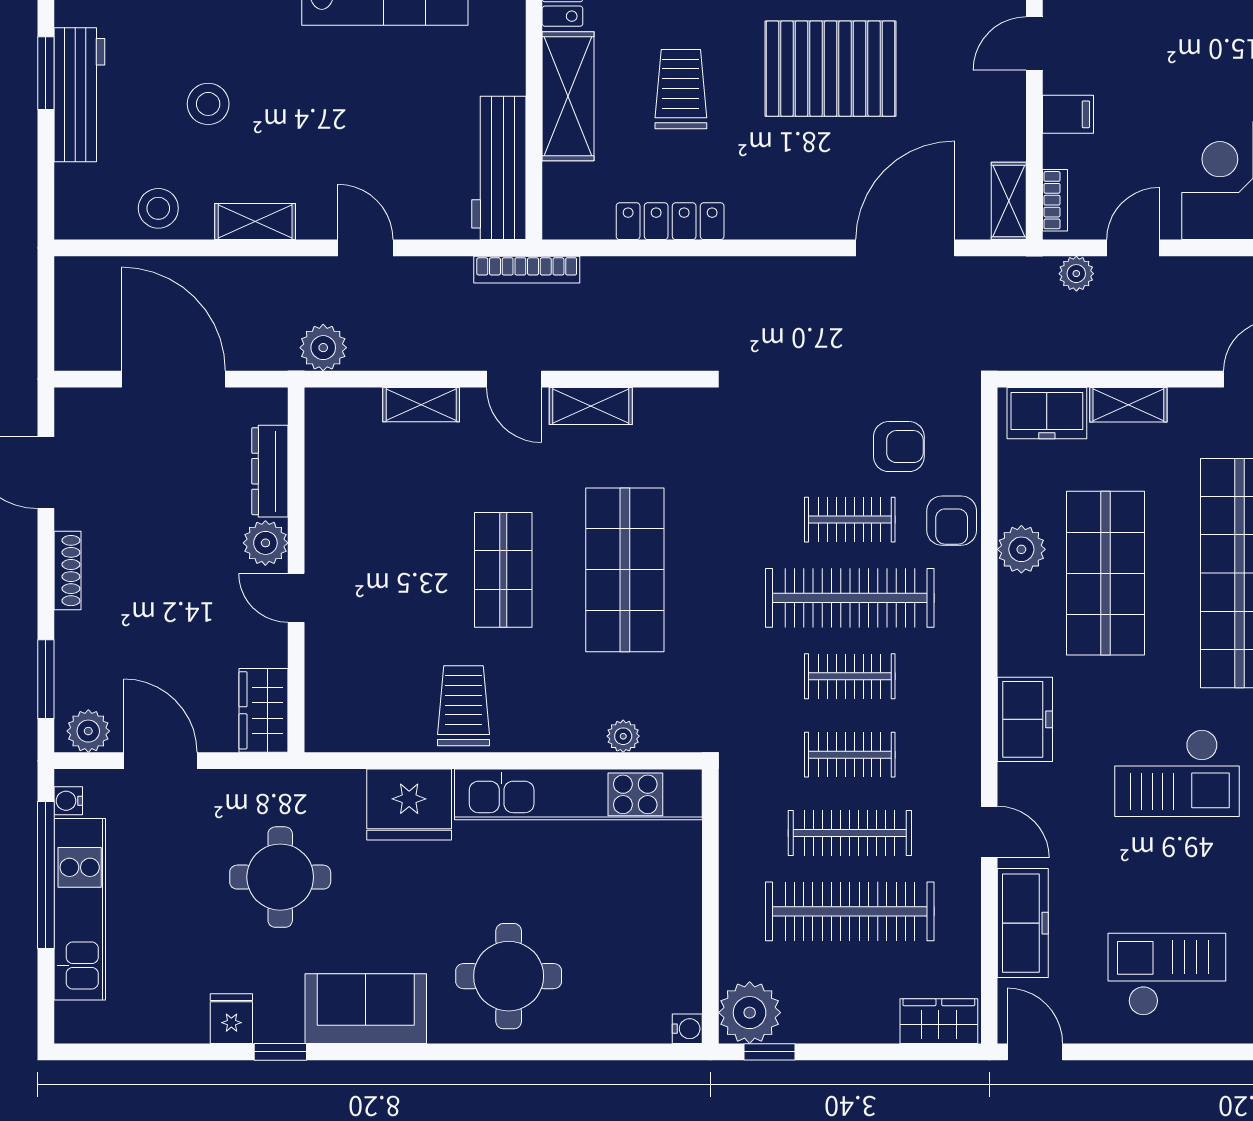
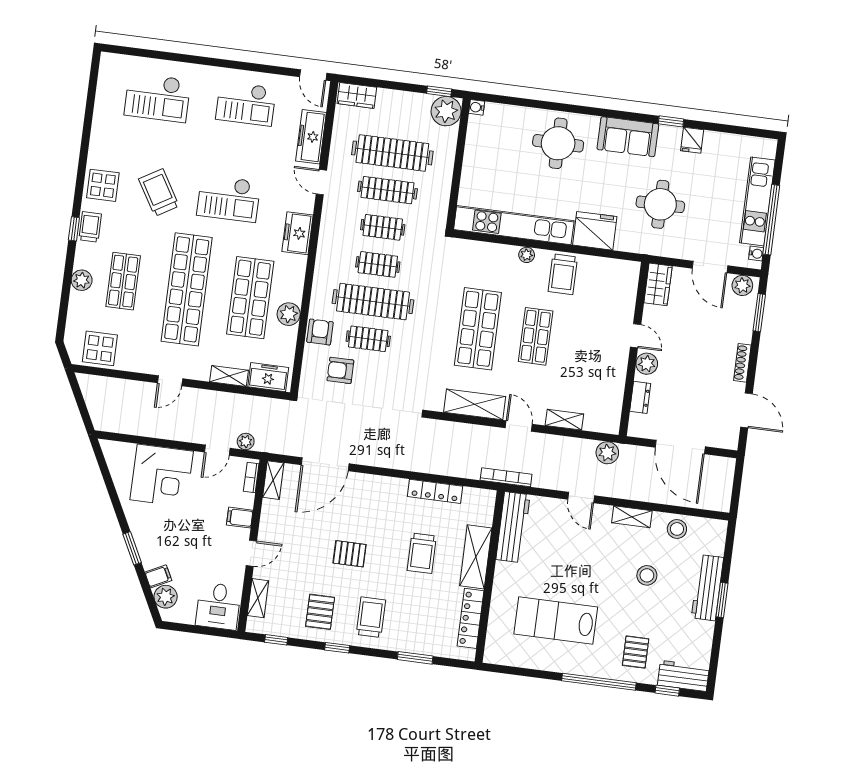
pallet: (831, 69) -> (350, 554), width x0.49, depth x0.50
shelving: (591, 406) -> (475, 404), width x1.50, depth x1.33
dresser: (270, 471) -> (640, 397), width x0.70
plant: (623, 736) -> (527, 255), moved
checkout: (1177, 773) -> (229, 198), turned 180

